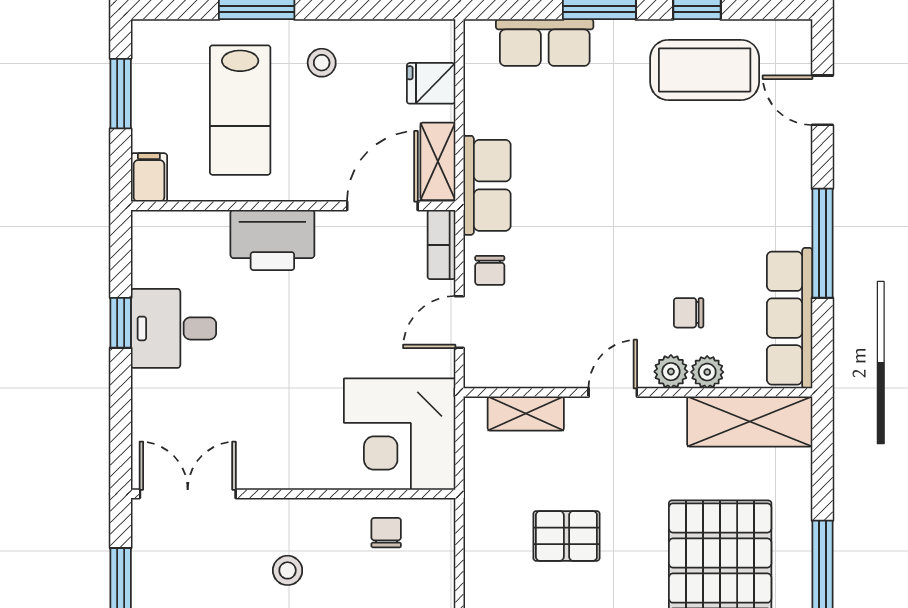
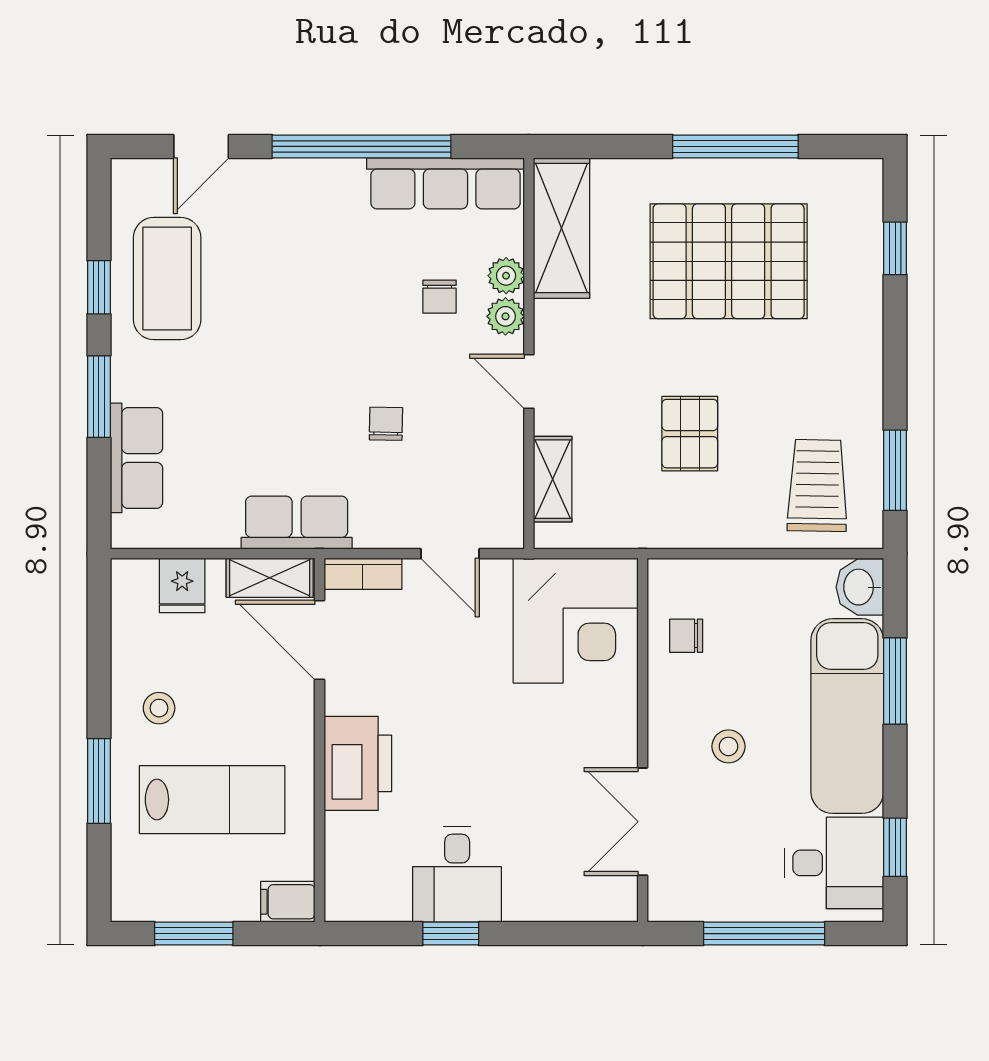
window: (822, 243) -> (361, 146), width x1.46
chair: (490, 270) -> (386, 424), moved, turned -89
double door: (188, 494) -> (643, 822), moved

